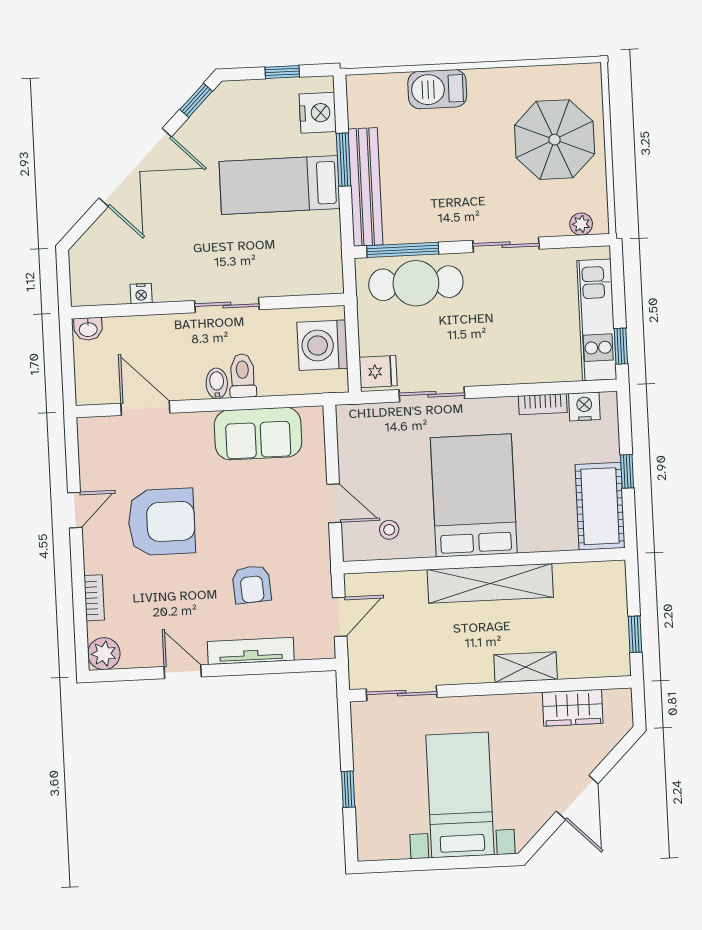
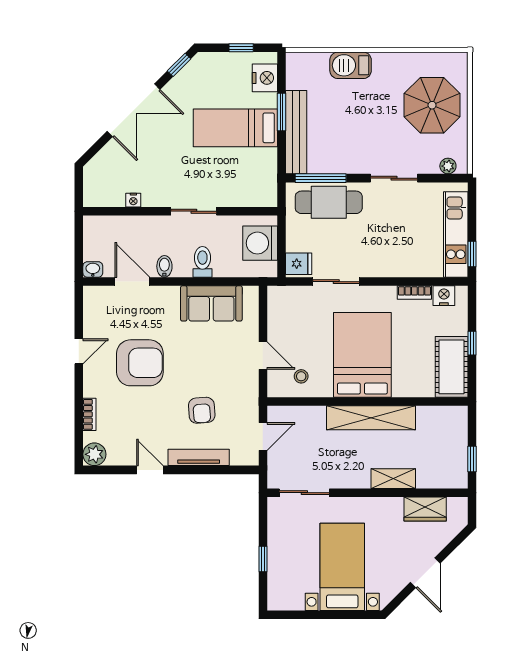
washbasin: (88, 329) -> (93, 269), moved, turned 180
bidet: (217, 383) -> (164, 266), moved

